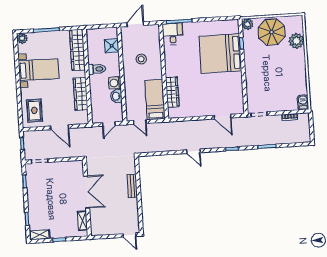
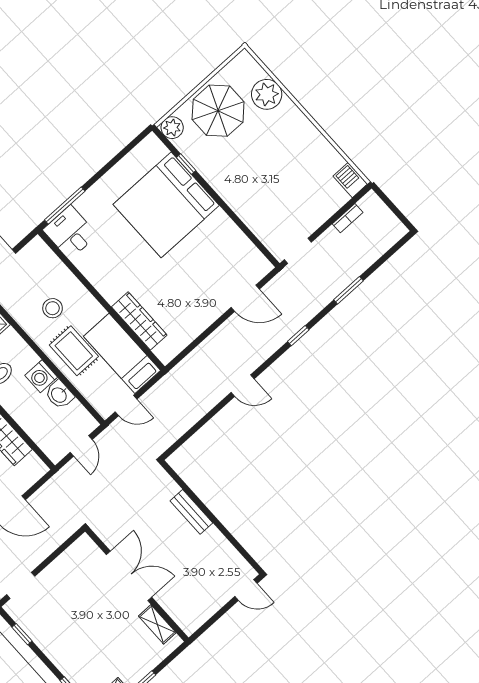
rug: (136, 83) -> (74, 351), added

